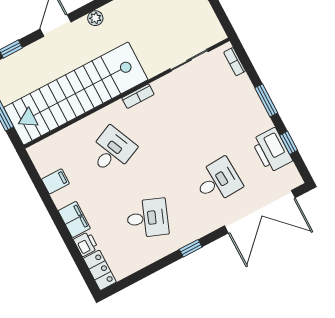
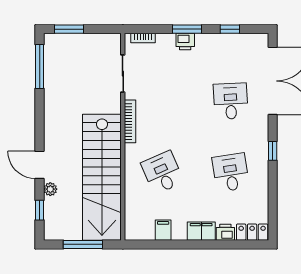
plant: (95, 18) -> (50, 189), moved
bookcase: (138, 96) -> (130, 121), width x1.56
printer: (272, 150) -> (185, 42), moved, width x0.53, depth x0.68
desk: (147, 218) -> (231, 172), turned -30

